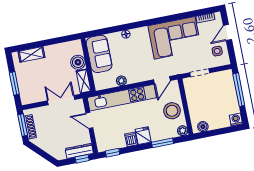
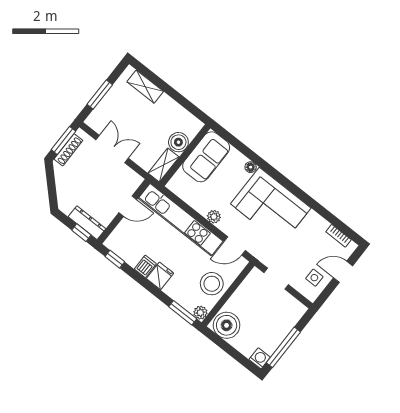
corner sofa: (175, 38) -> (271, 206), moved
plant: (121, 81) -> (214, 217), moved
window: (239, 90) -> (283, 347), moved
double door: (61, 100) -> (112, 149), moved
door: (89, 121) -> (128, 206), swing flipped
boiler: (203, 127) -> (227, 325), width x1.86, depth x1.86
window: (162, 143) -> (183, 313), moved

